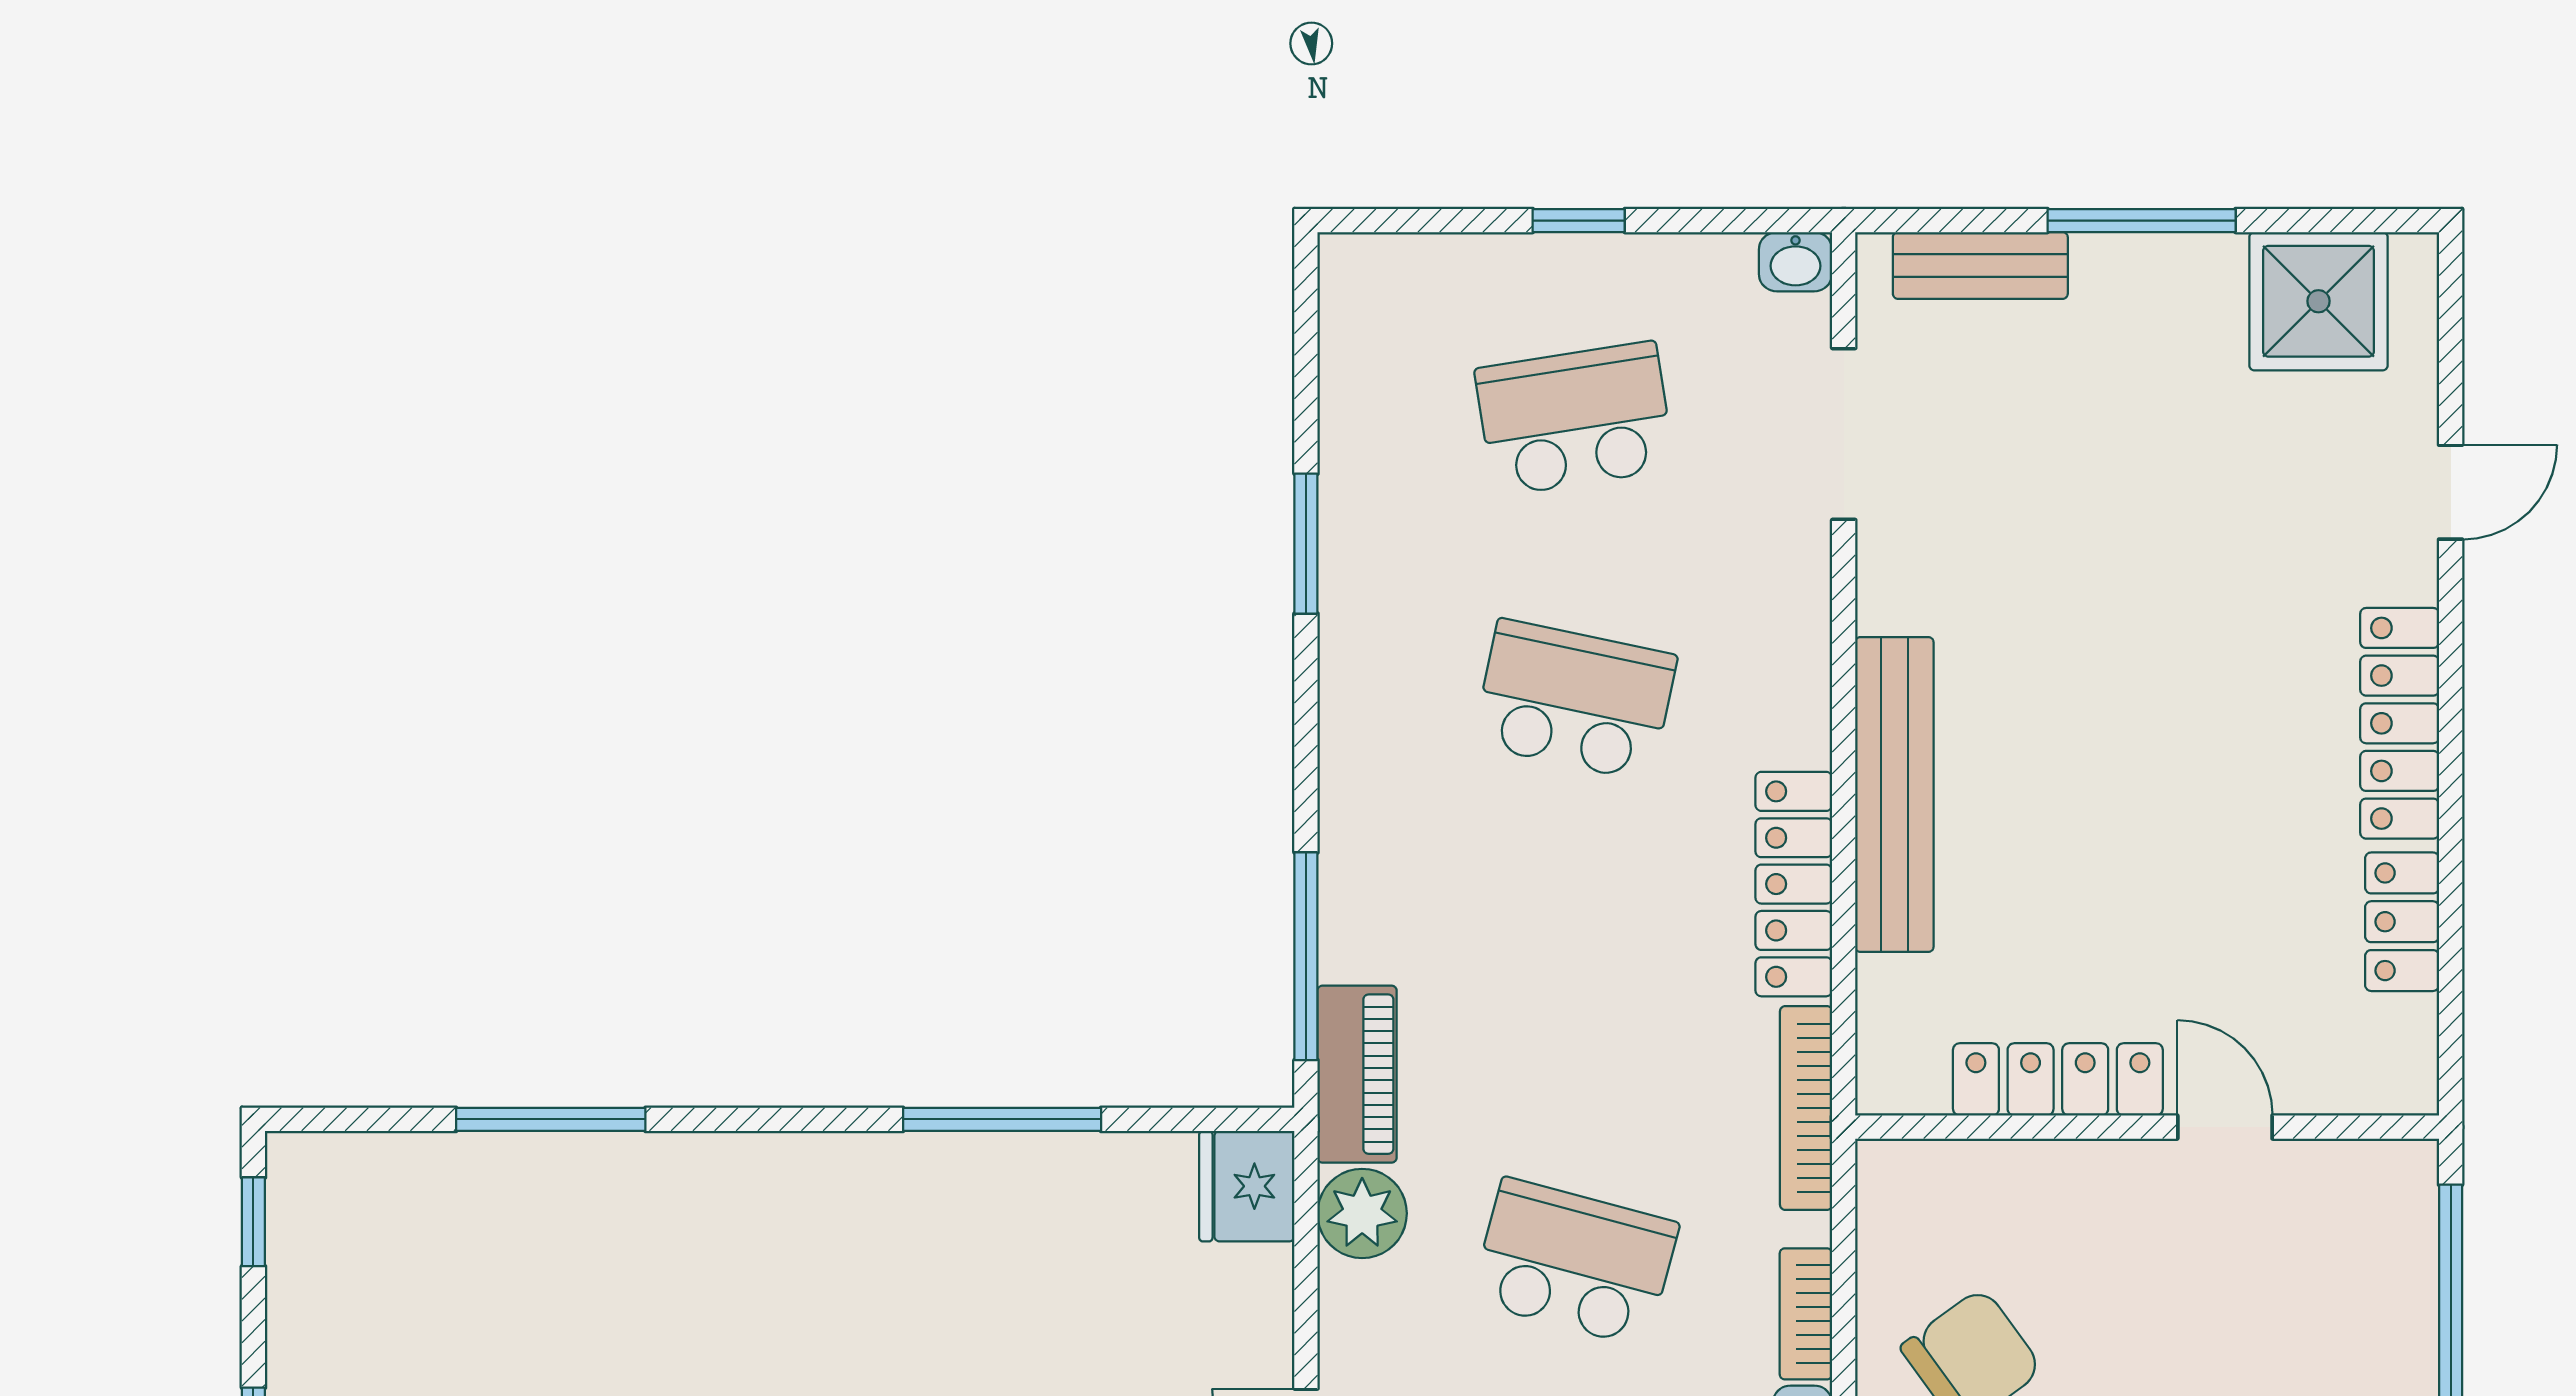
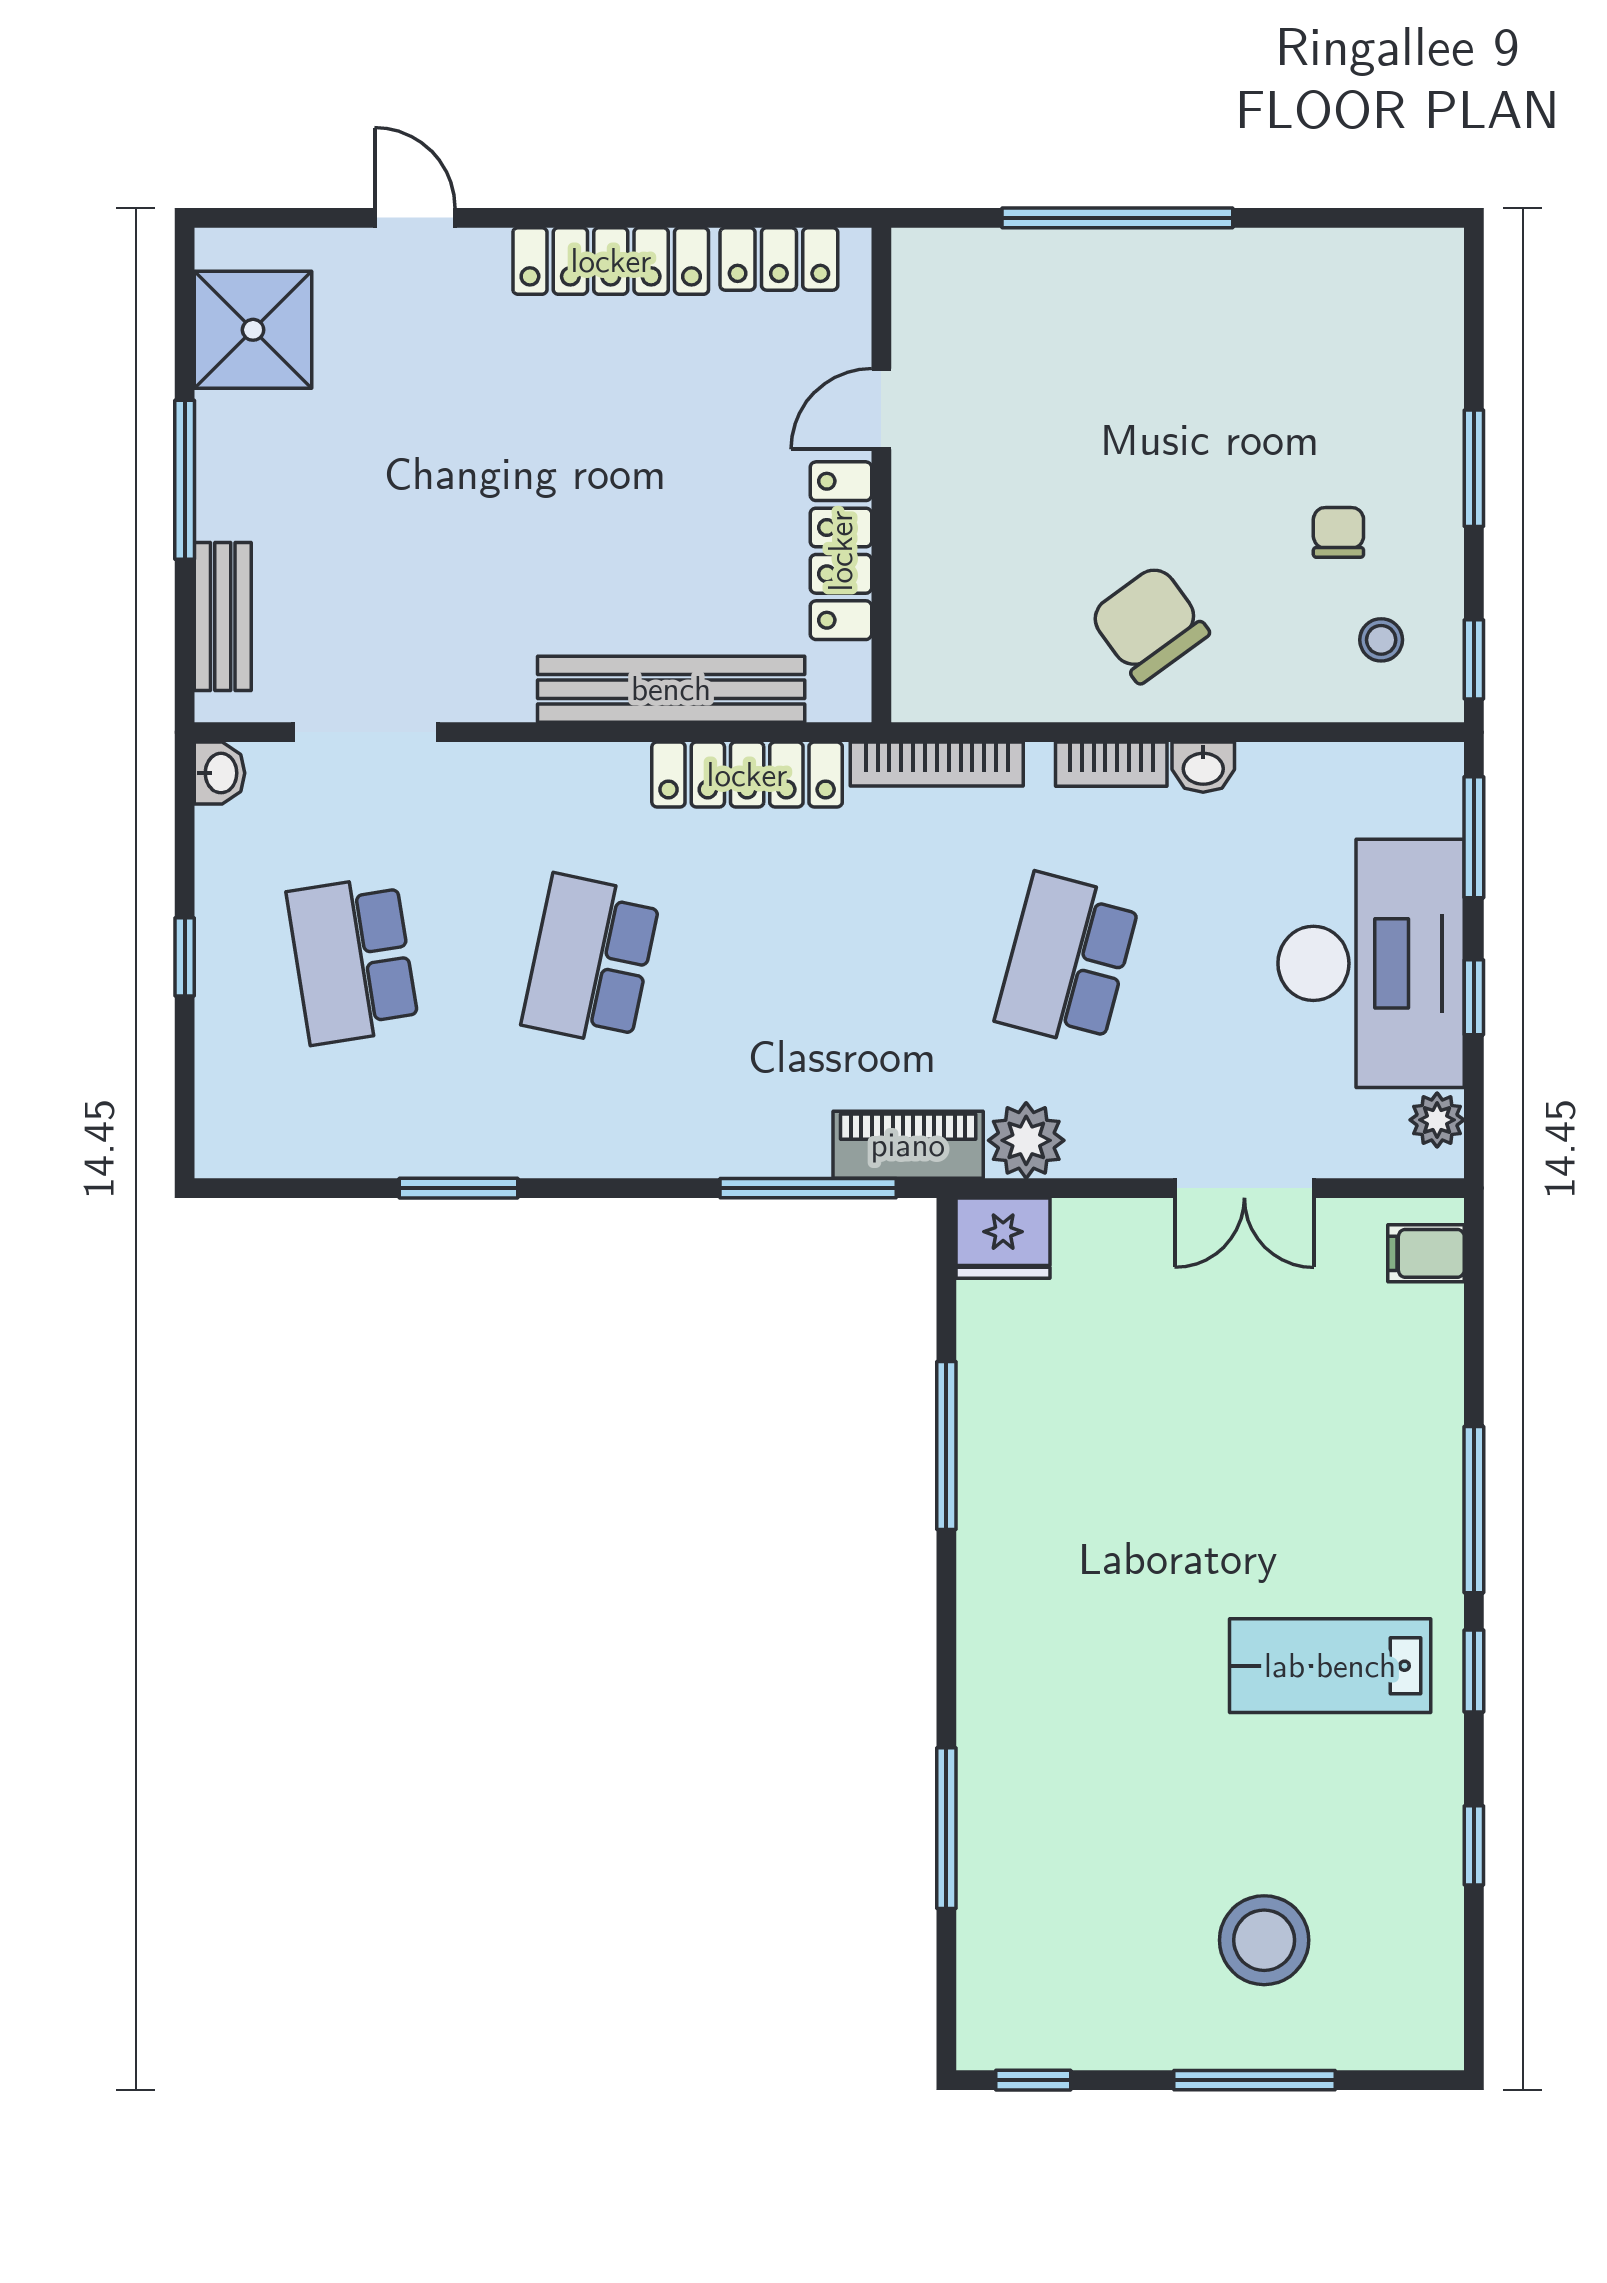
locker: (2058, 1079) -> (841, 551), moved
wall: (2147, 1127) -> (881, 475), moved
door: (2225, 1127) -> (881, 409), moved

